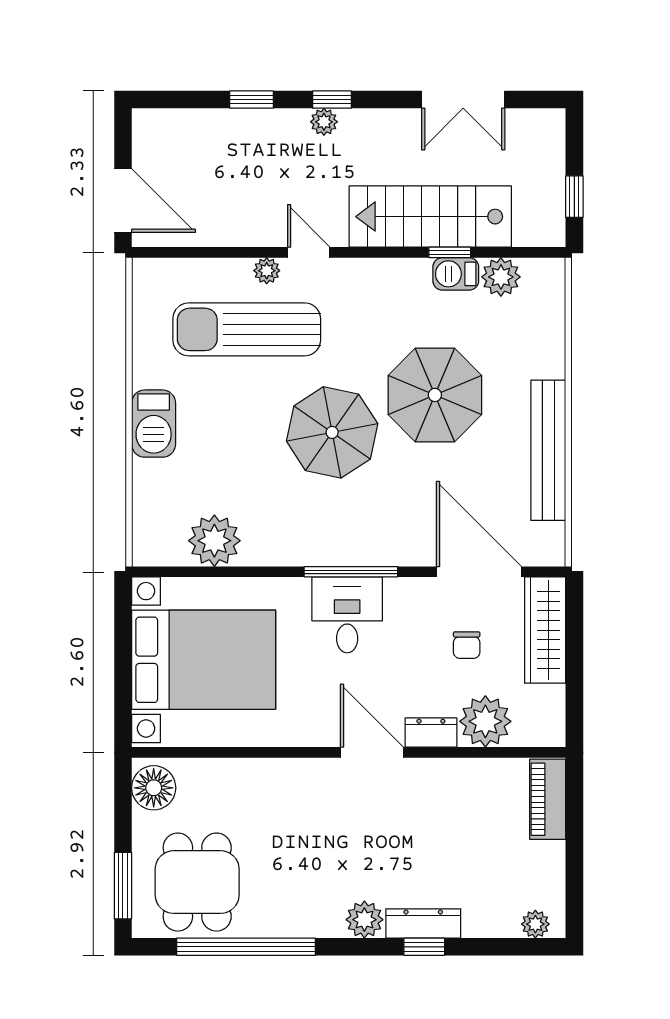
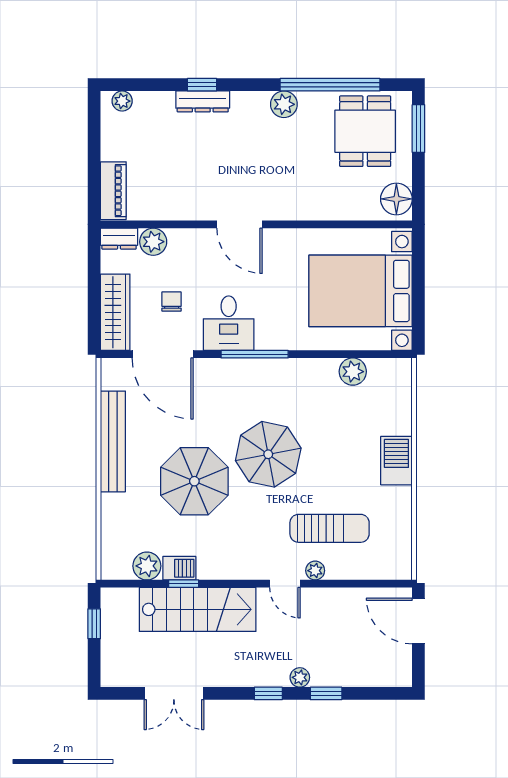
double door: (463, 100) -> (174, 693), swing flipped
plant: (324, 122) -> (300, 677), moved
sun lounger: (247, 329) -> (330, 528), width x0.73, depth x0.75
plant: (214, 541) -> (353, 372), width x0.73, depth x0.73
desk: (347, 615) -> (229, 323), moved
plant: (485, 721) -> (153, 242), width x0.73, depth x0.73
dresser: (431, 733) -> (119, 239), moved
plant: (364, 920) -> (284, 104), moved

